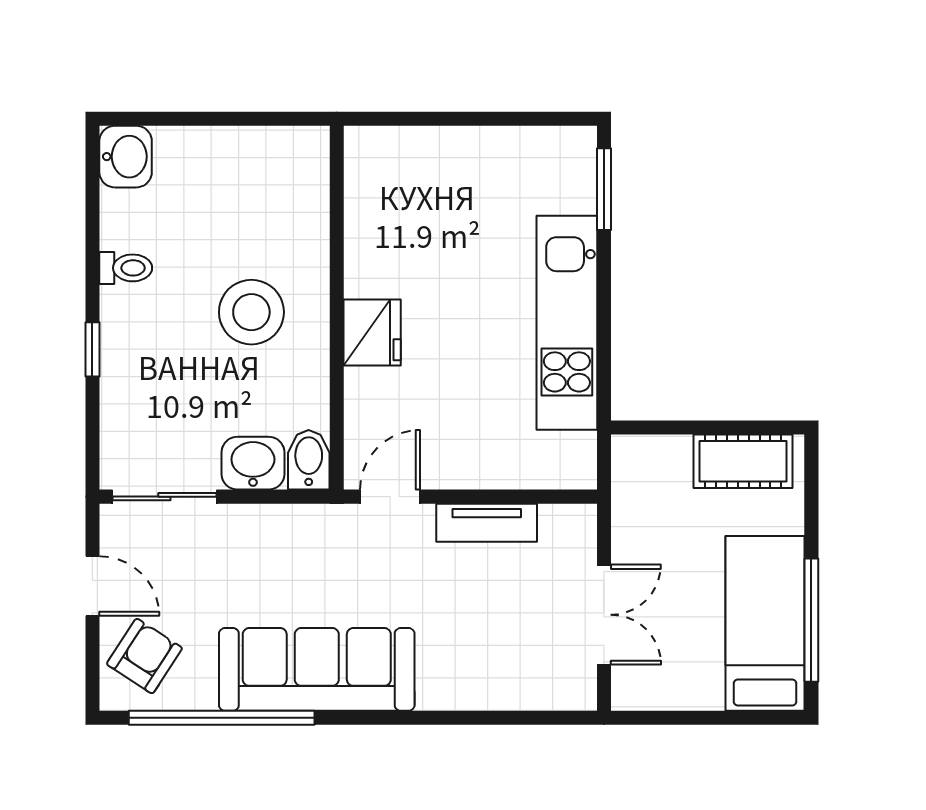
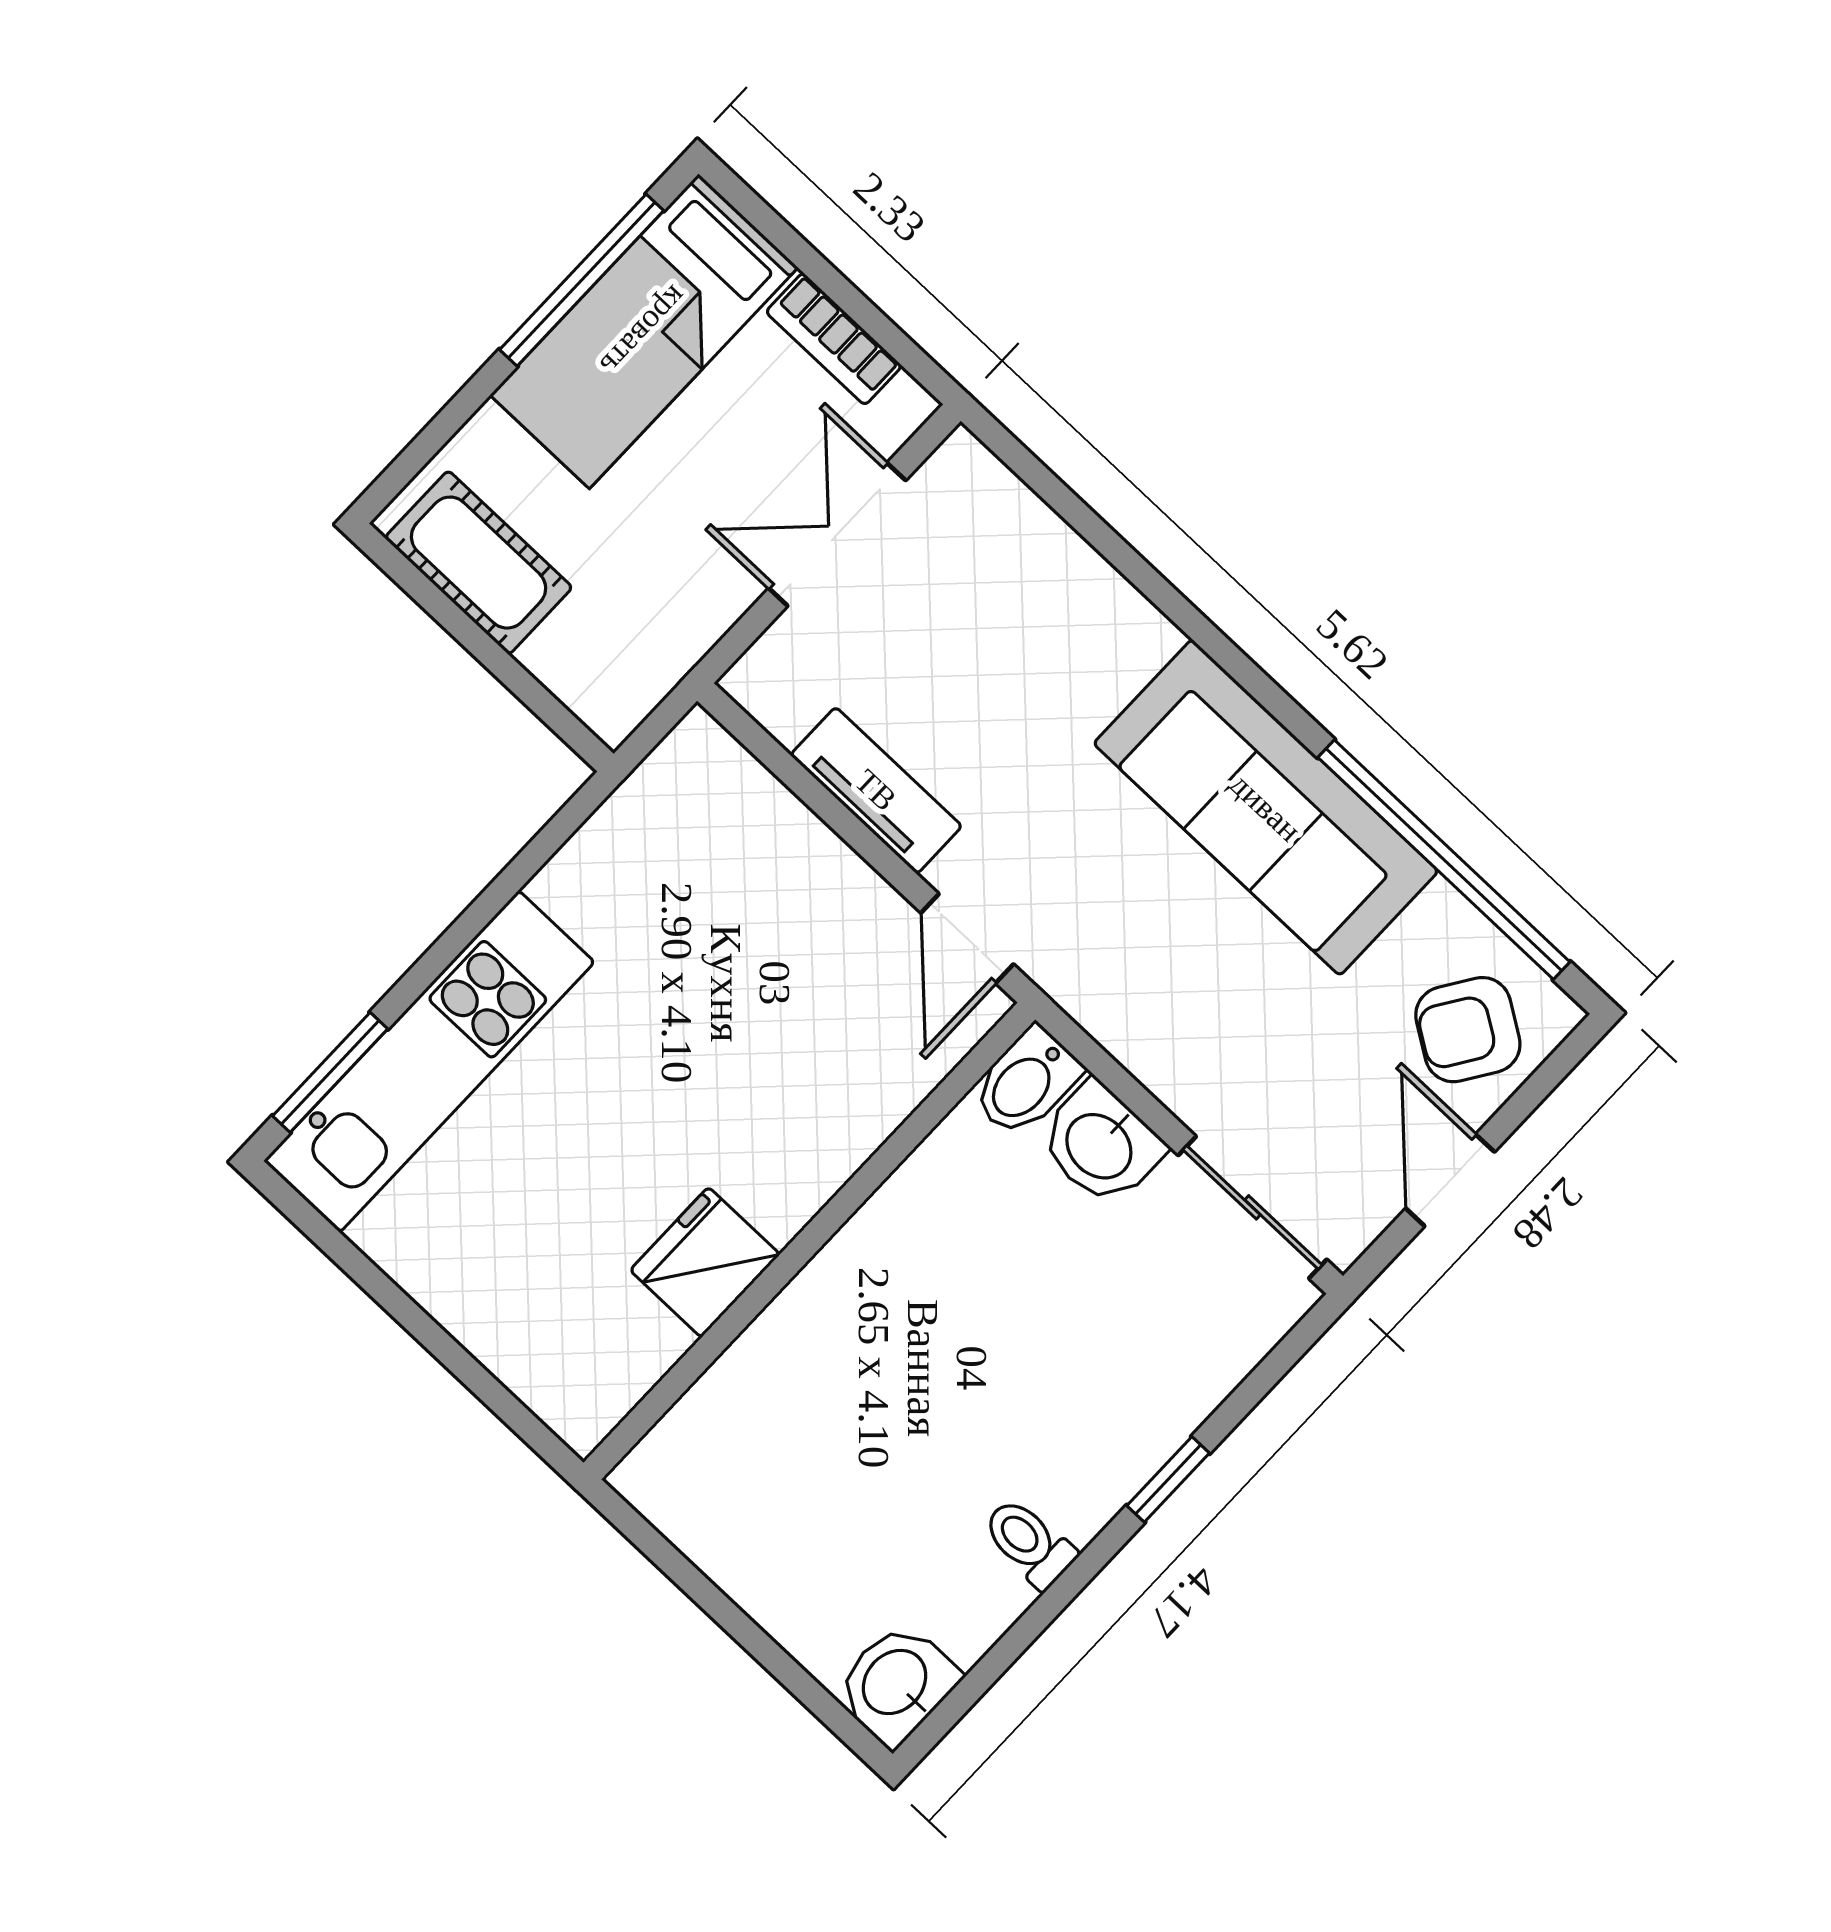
stool: (251, 312) -> (923, 1337), removed
kitchen unit: (567, 323) -> (429, 1062), moved
fridge: (372, 332) -> (705, 1262), moved
door: (390, 497) -> (967, 939), hinge flipped
bookcase: (683, 695) -> (834, 339), added

